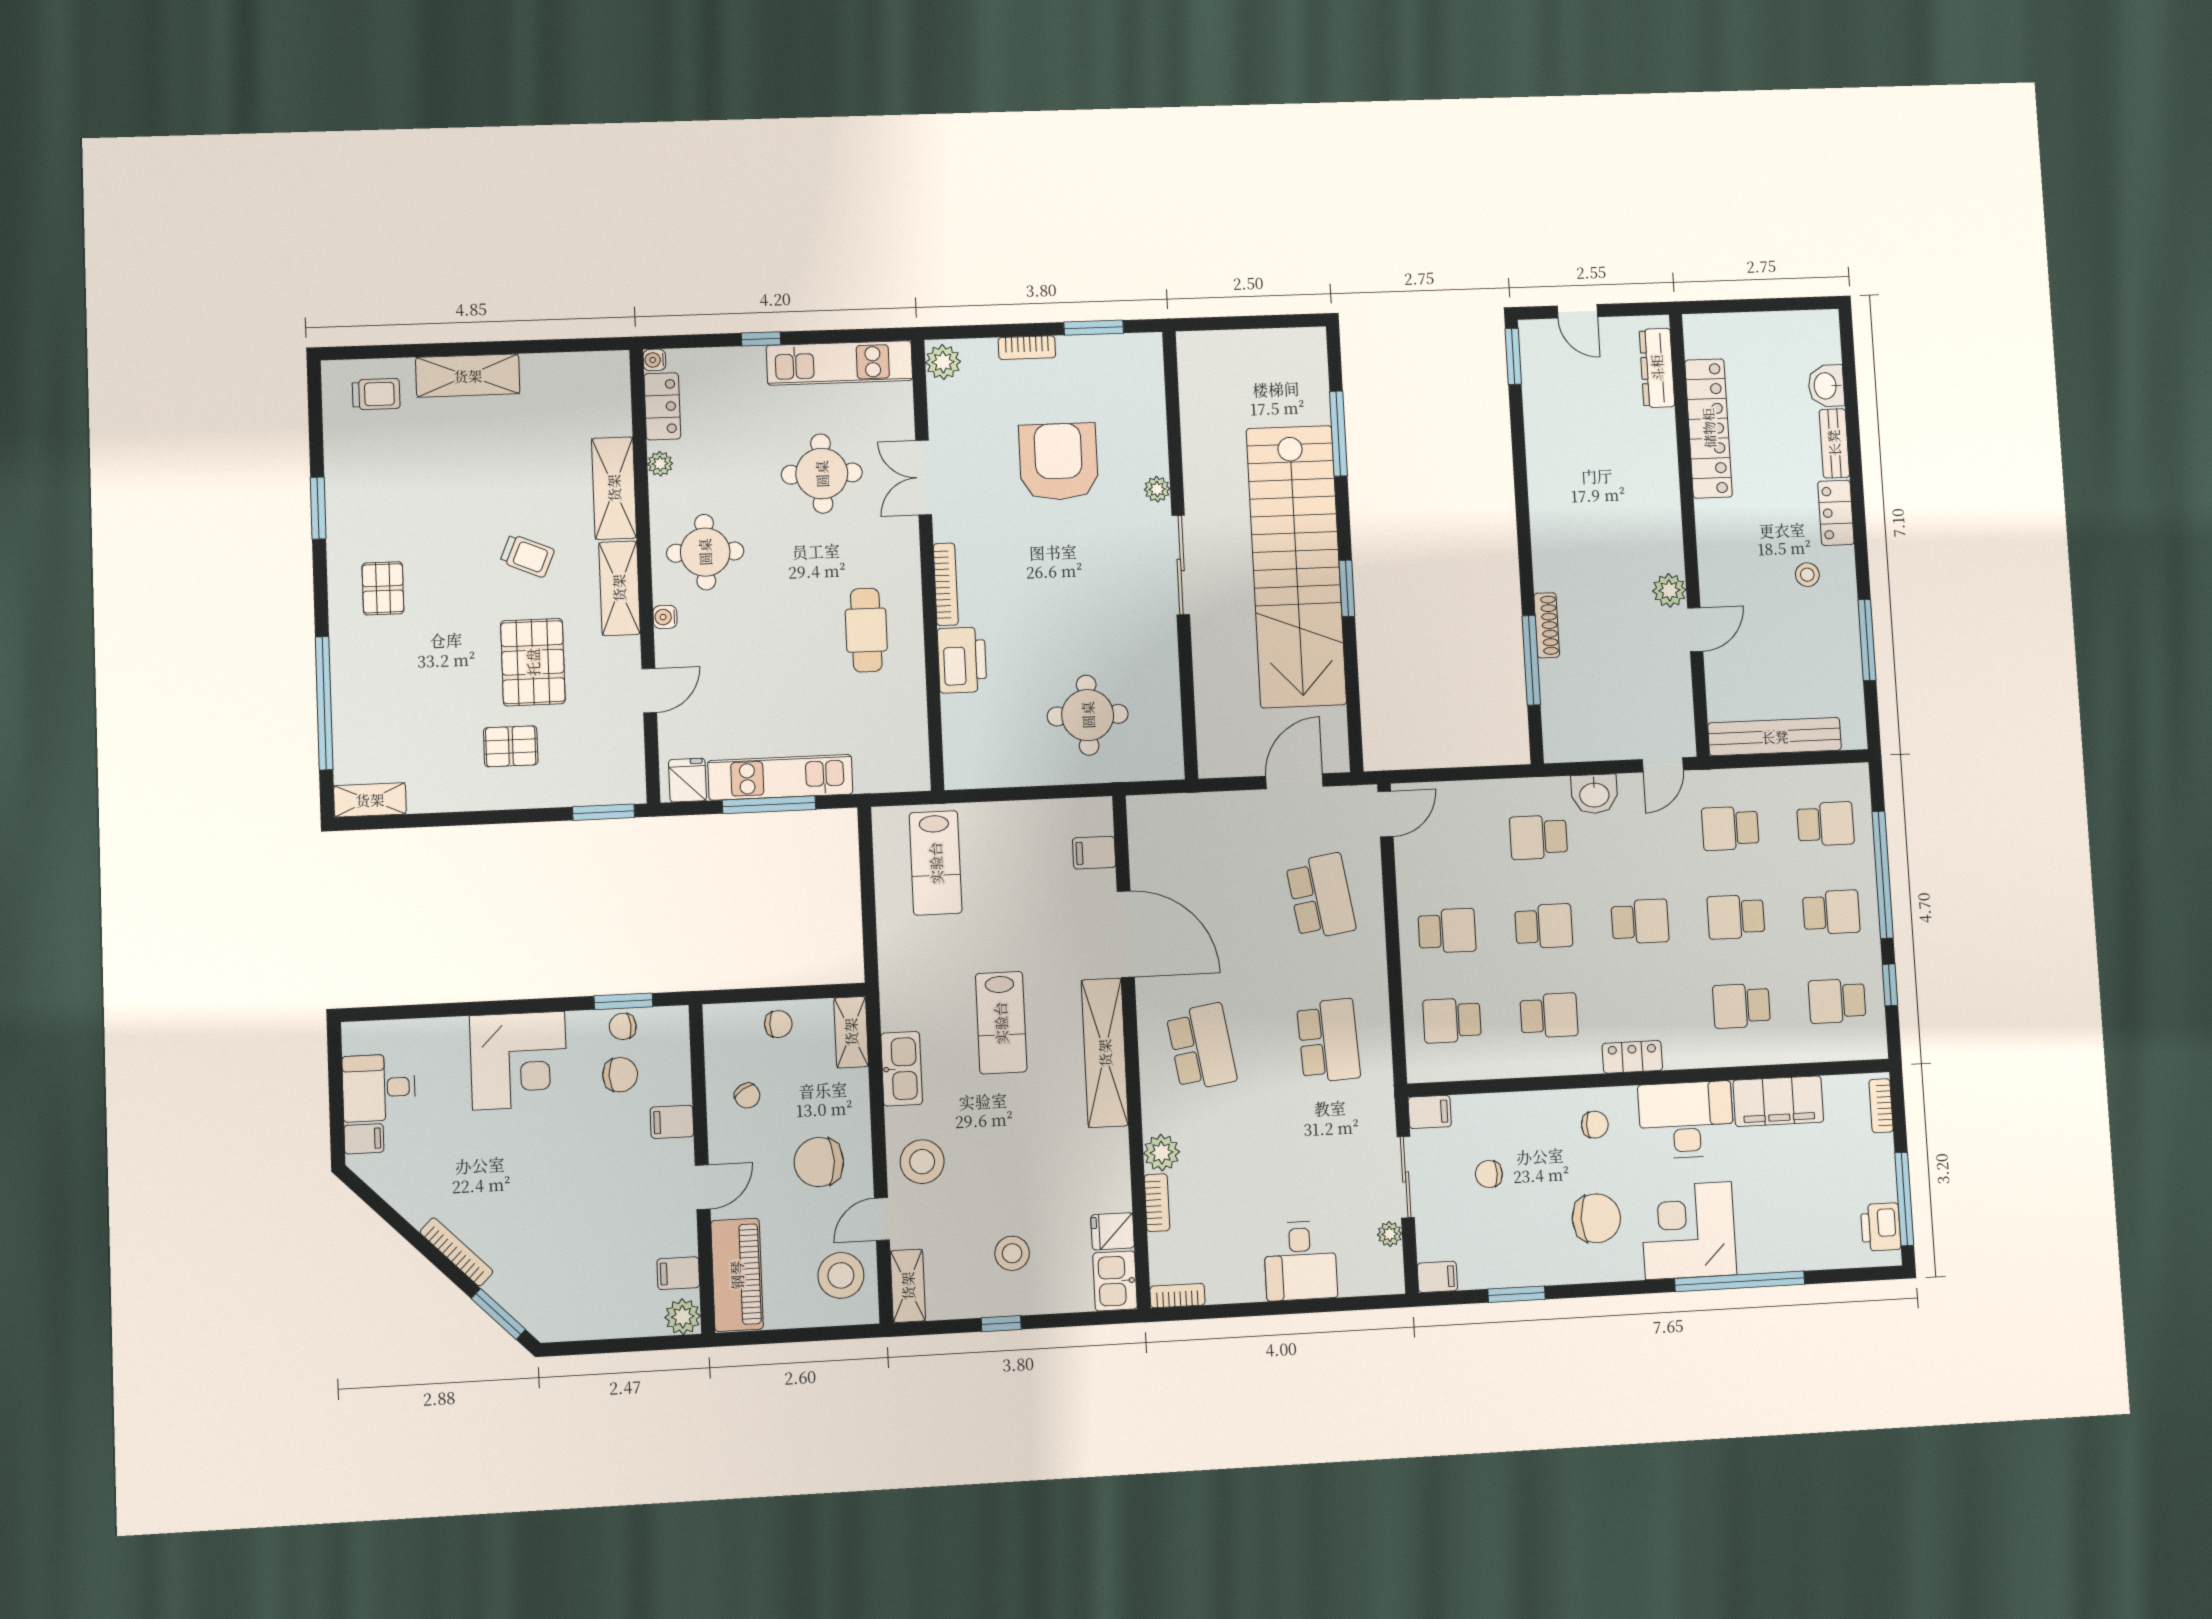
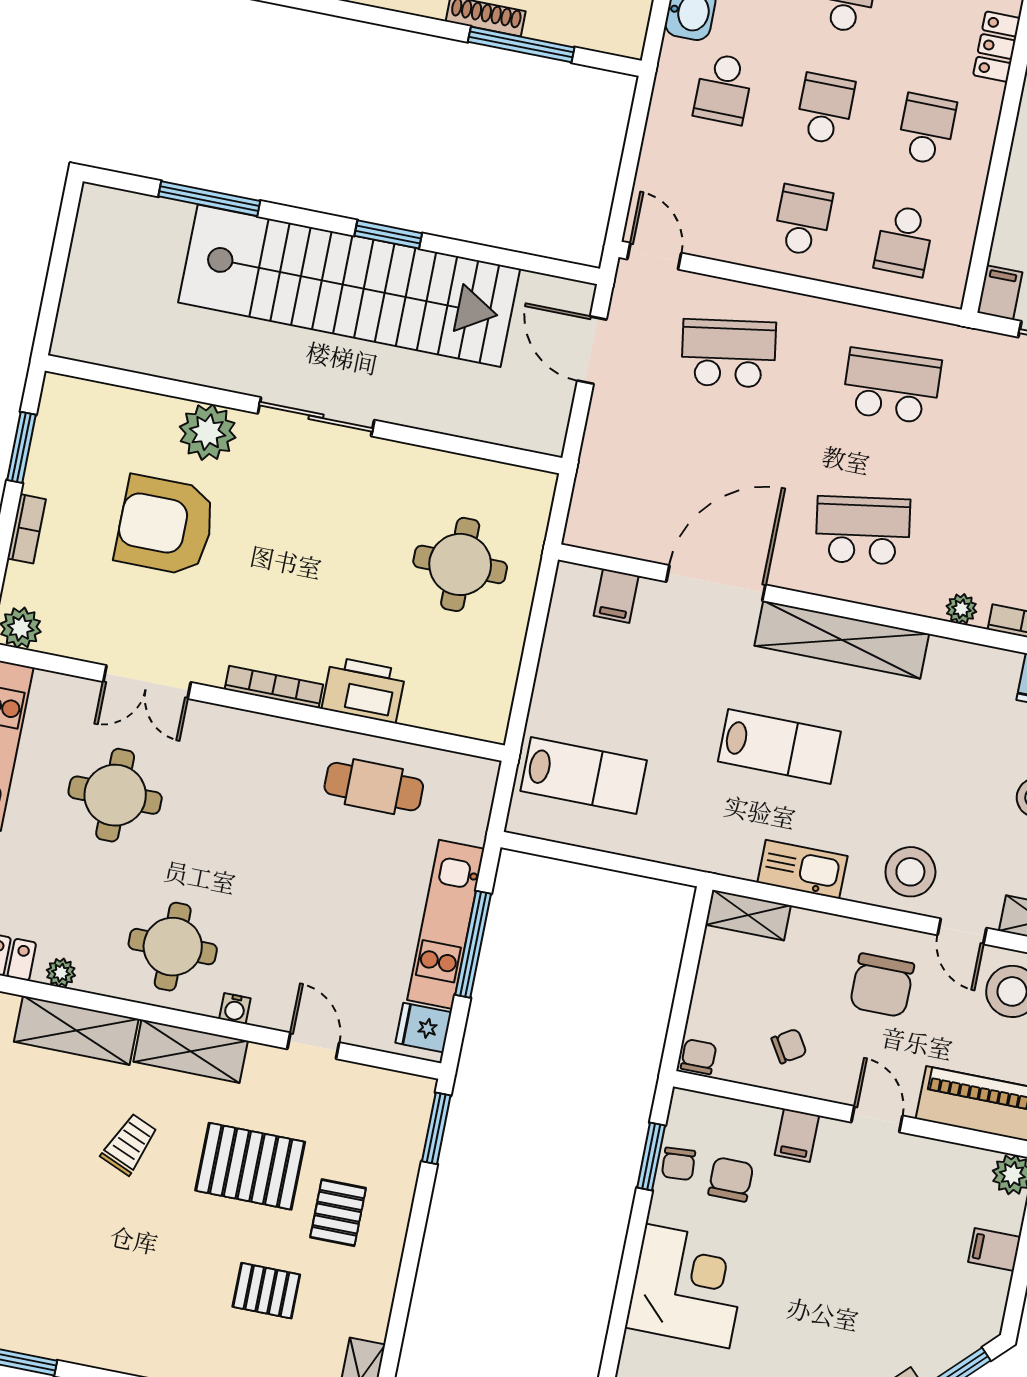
plant: (1157, 489) -> (208, 432), width x1.87, depth x1.87
pallet: (383, 588) -> (266, 1291), moved
cafe table: (866, 630) -> (374, 787), moved
chair: (778, 1024) -> (699, 1057), moved
plant: (1162, 1153) -> (961, 609), width x0.73, depth x0.73
filing cabinet: (678, 1273) -> (994, 1250), moved, turned 90

